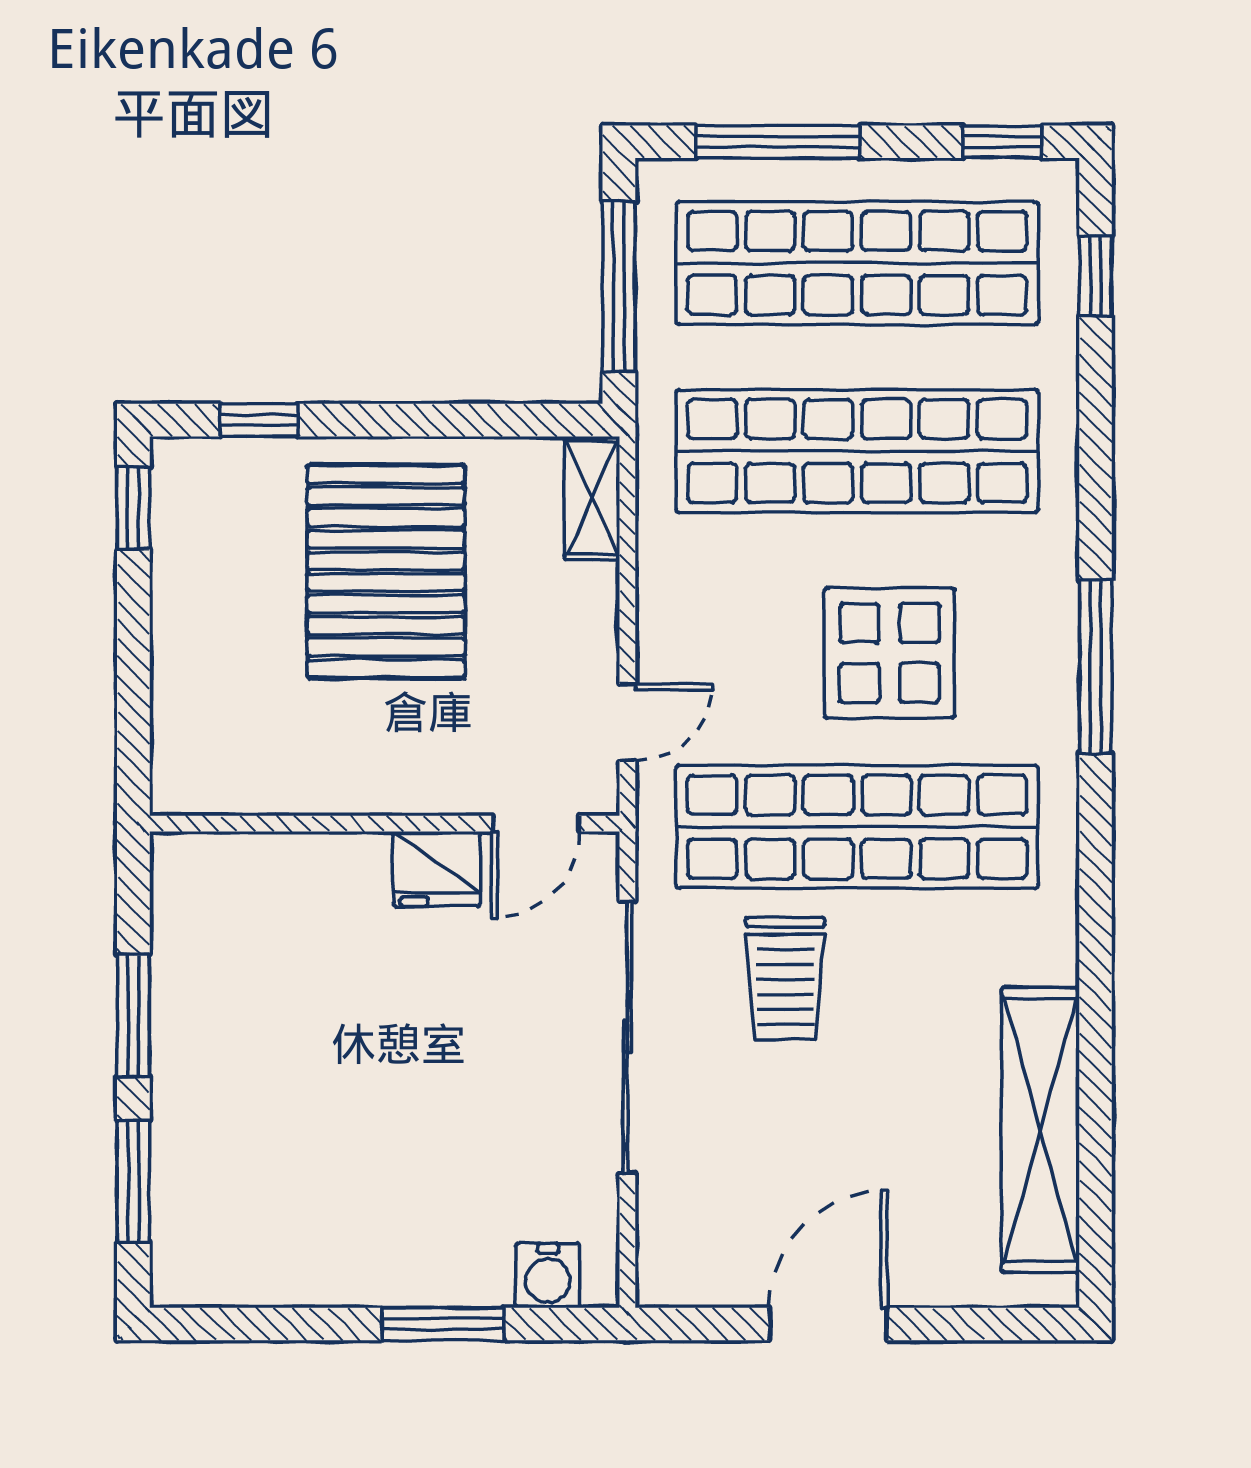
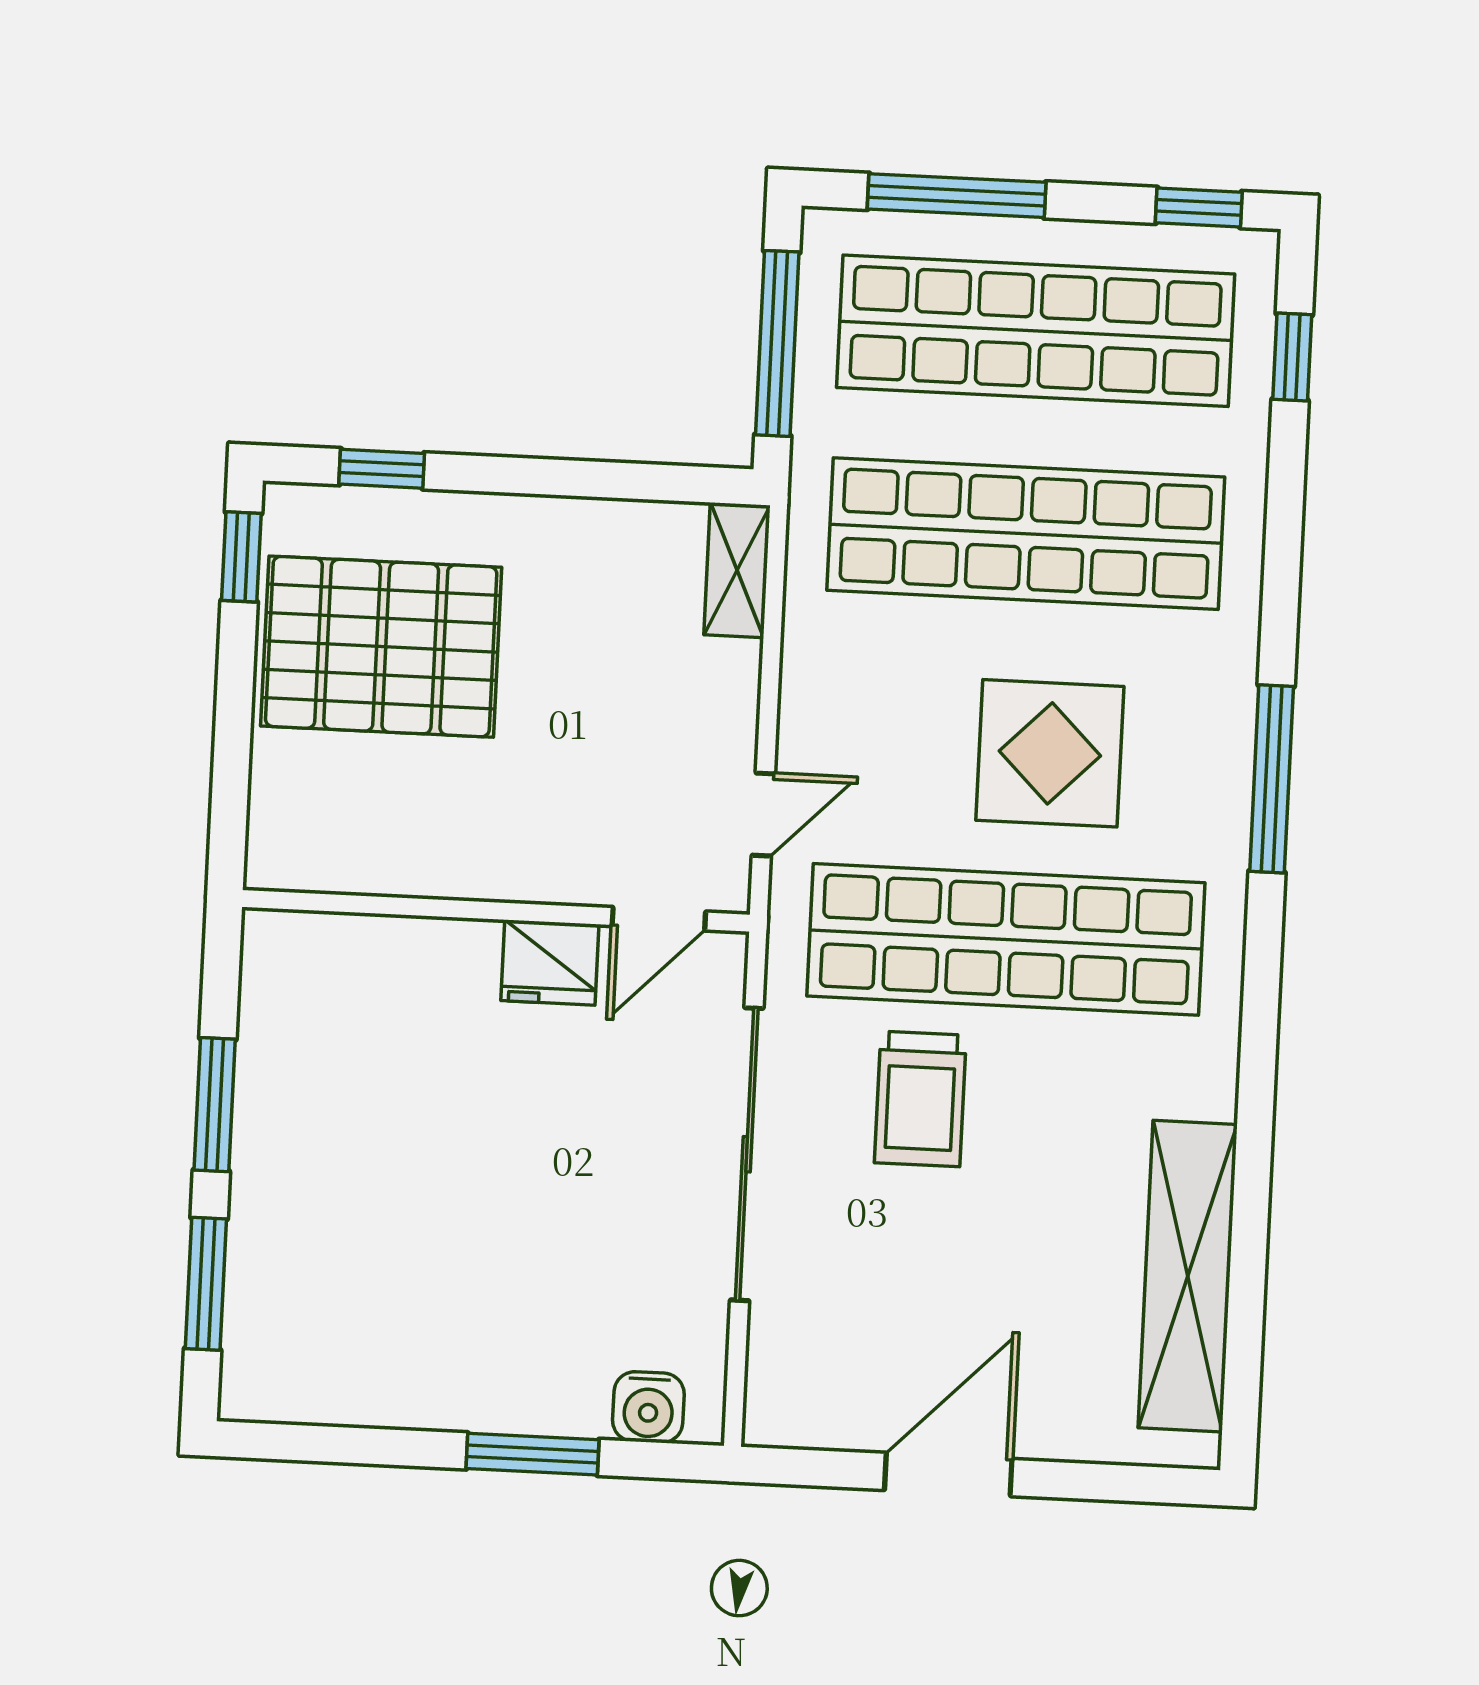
pallet: (386, 572) -> (381, 647), moved, turned 90

